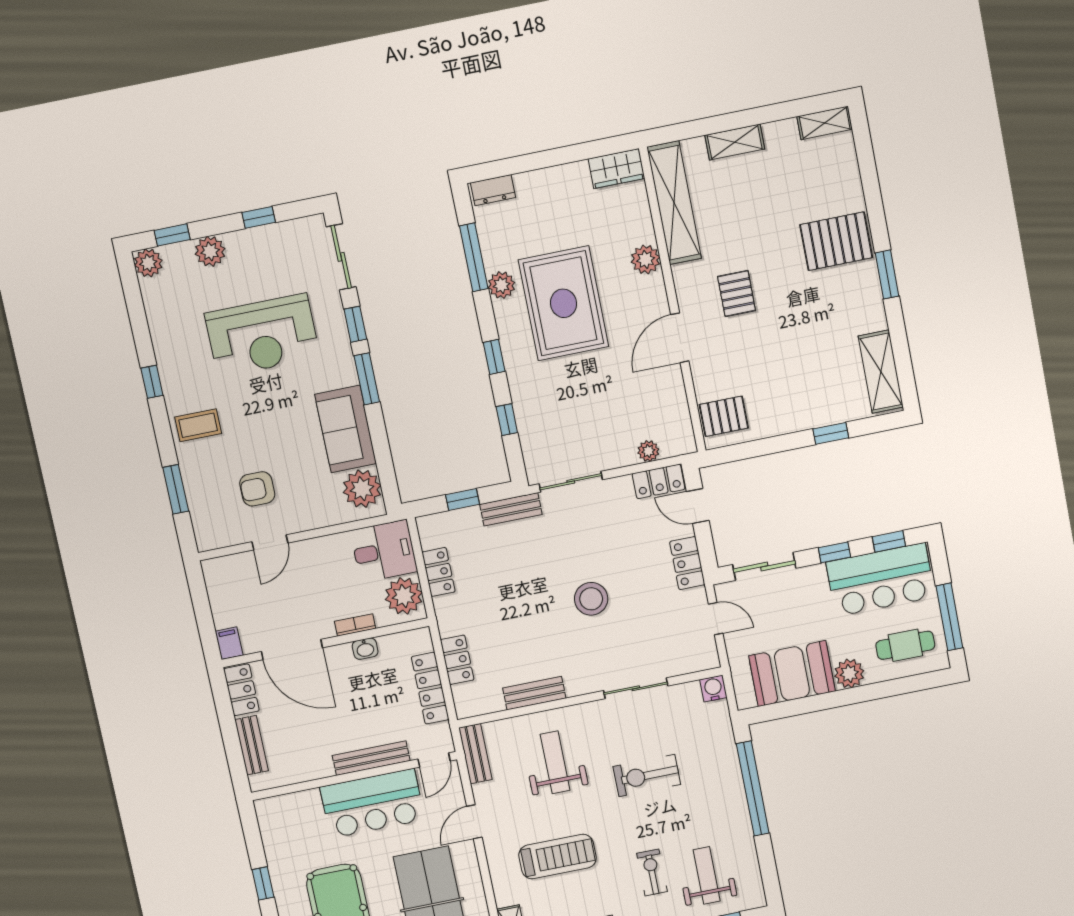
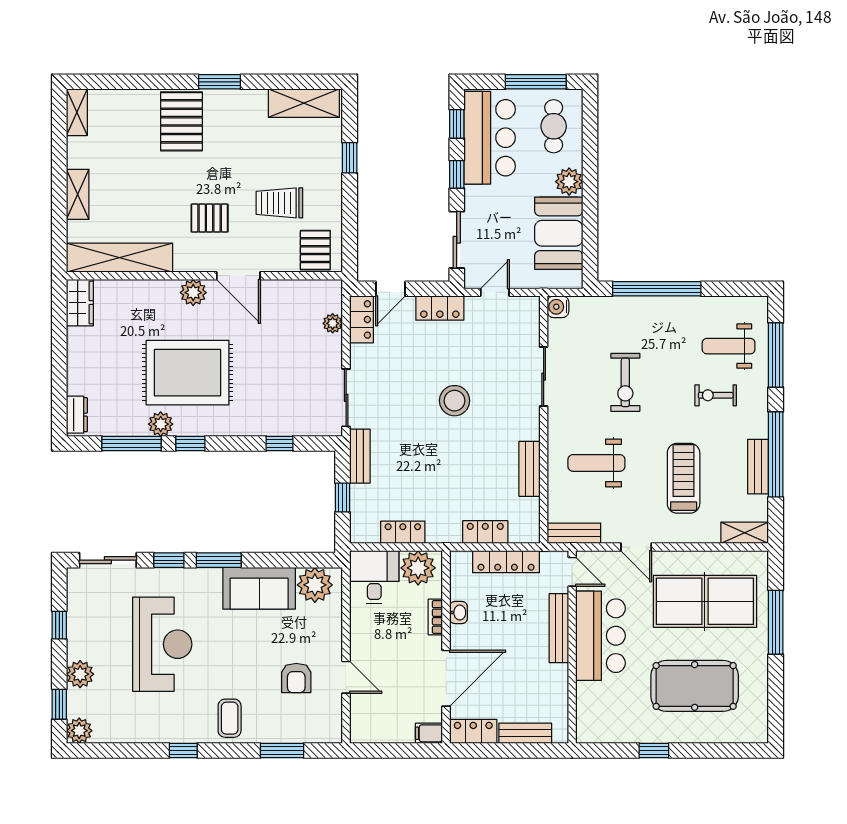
plant: (646, 259) -> (193, 293), moved
window: (494, 357) -> (190, 444), moved
trolley: (768, 367) -> (279, 203), added

